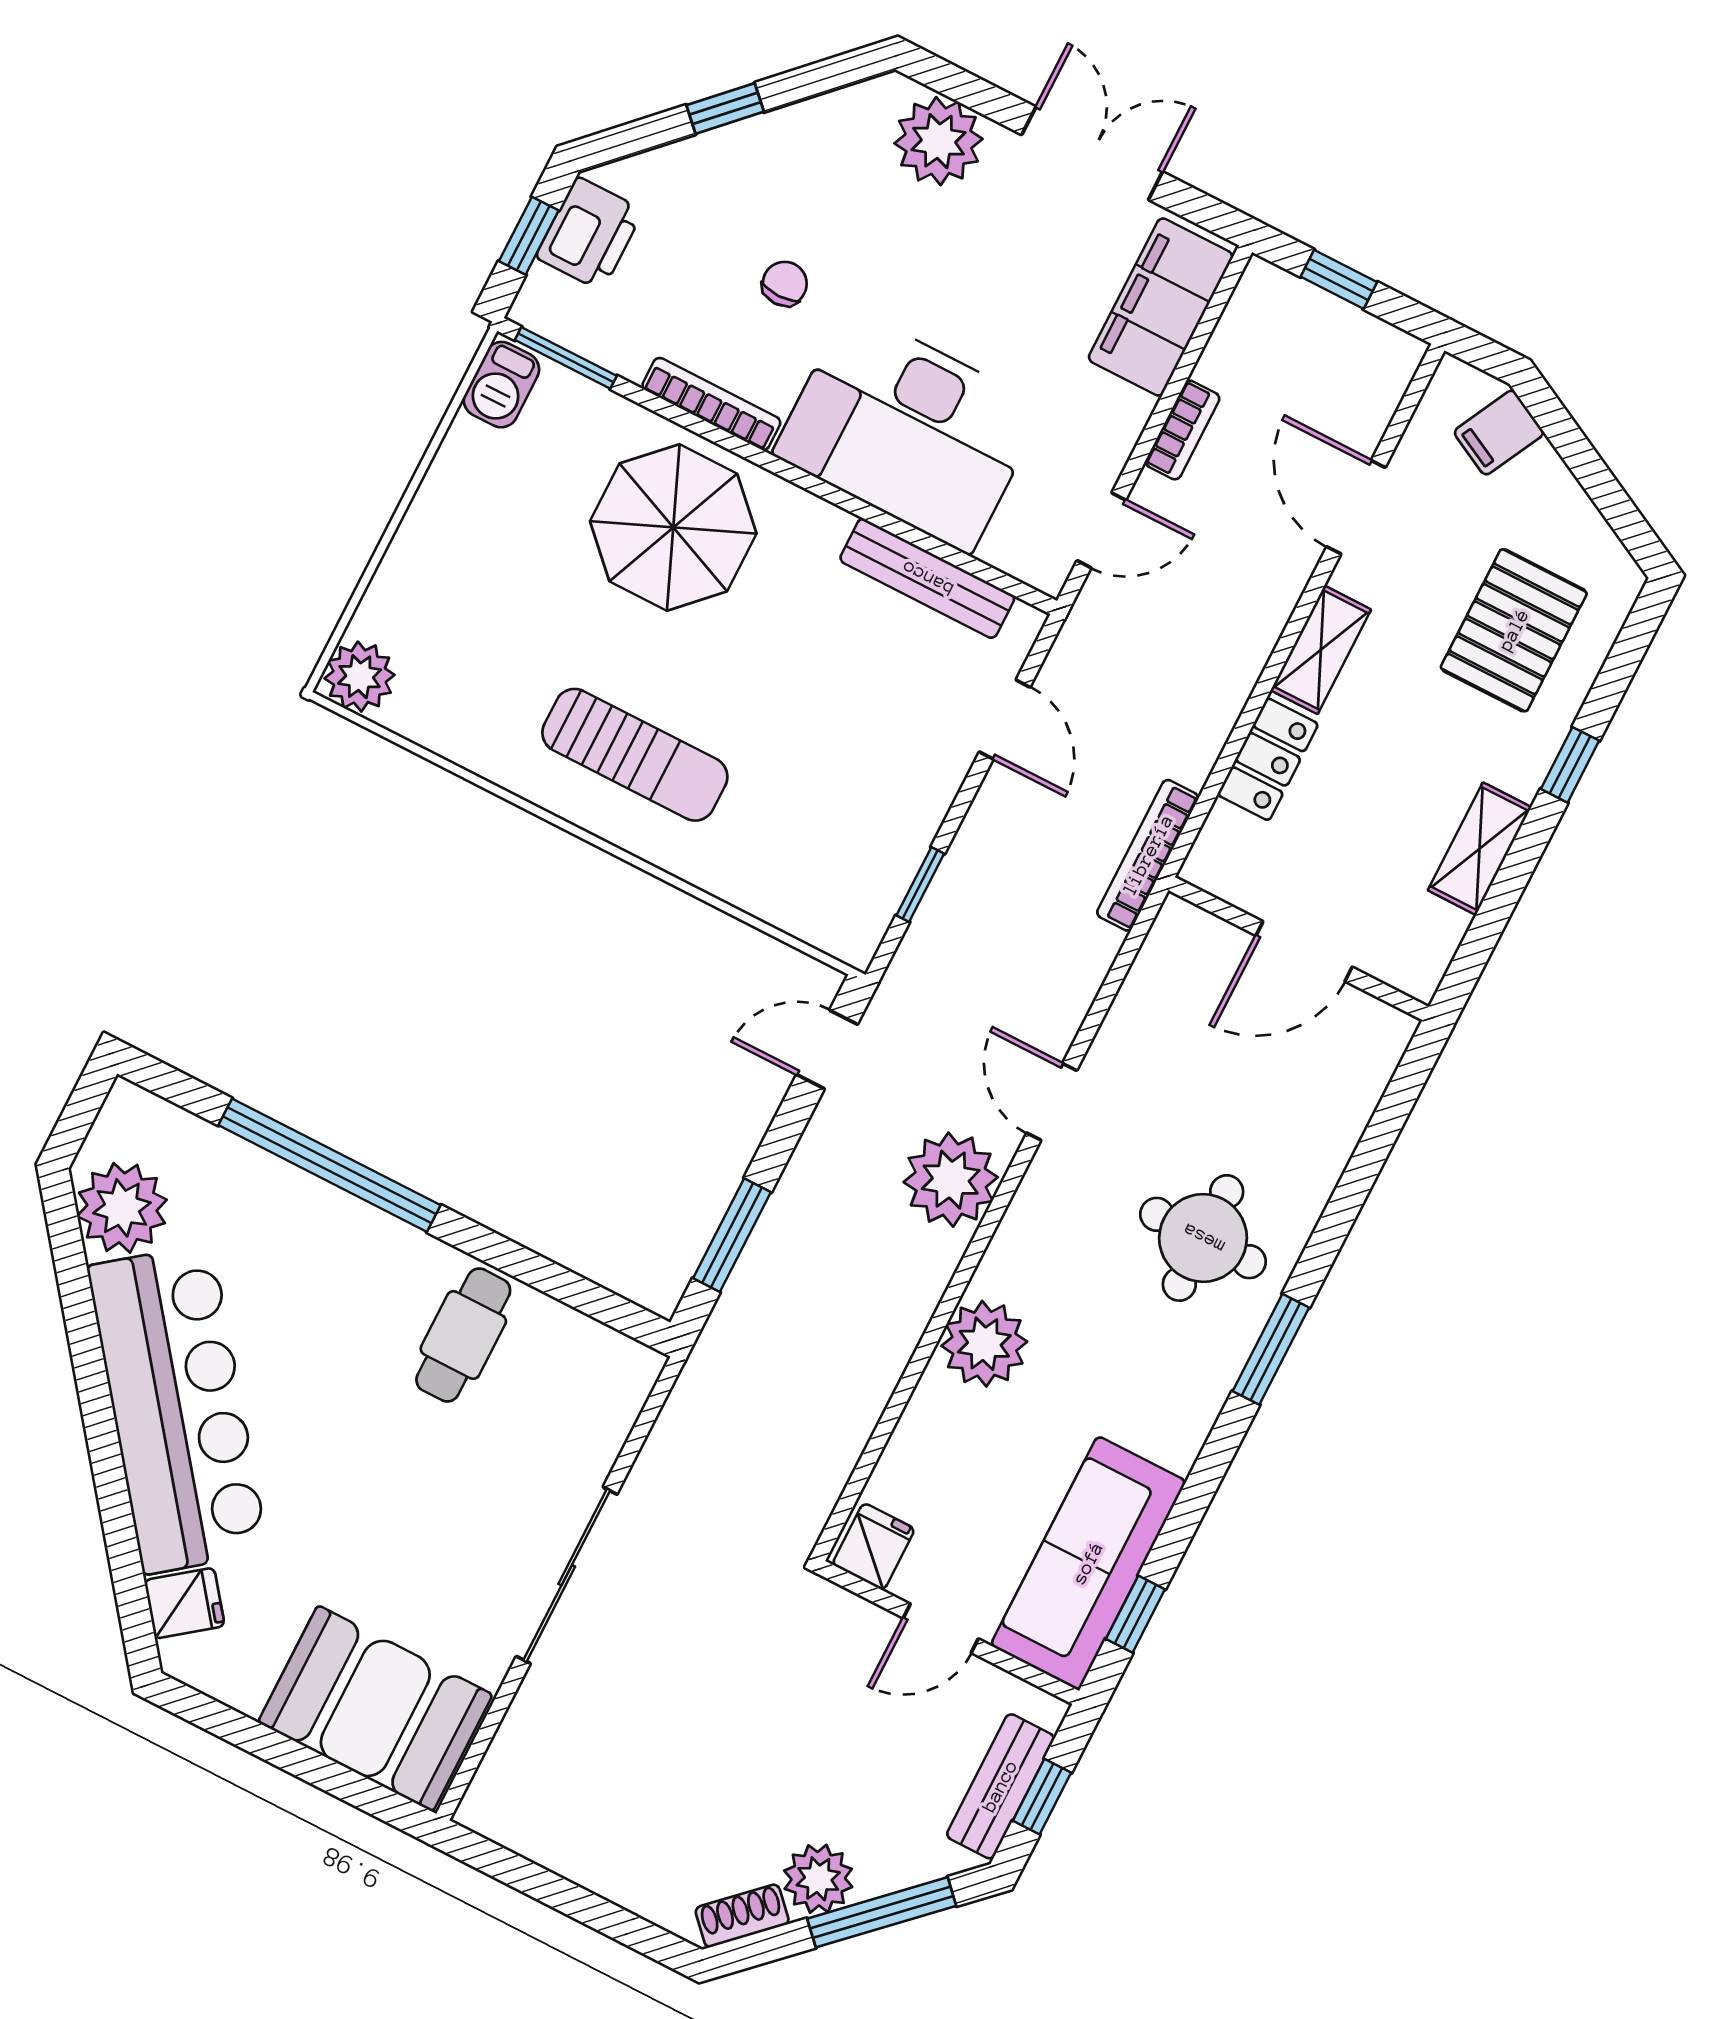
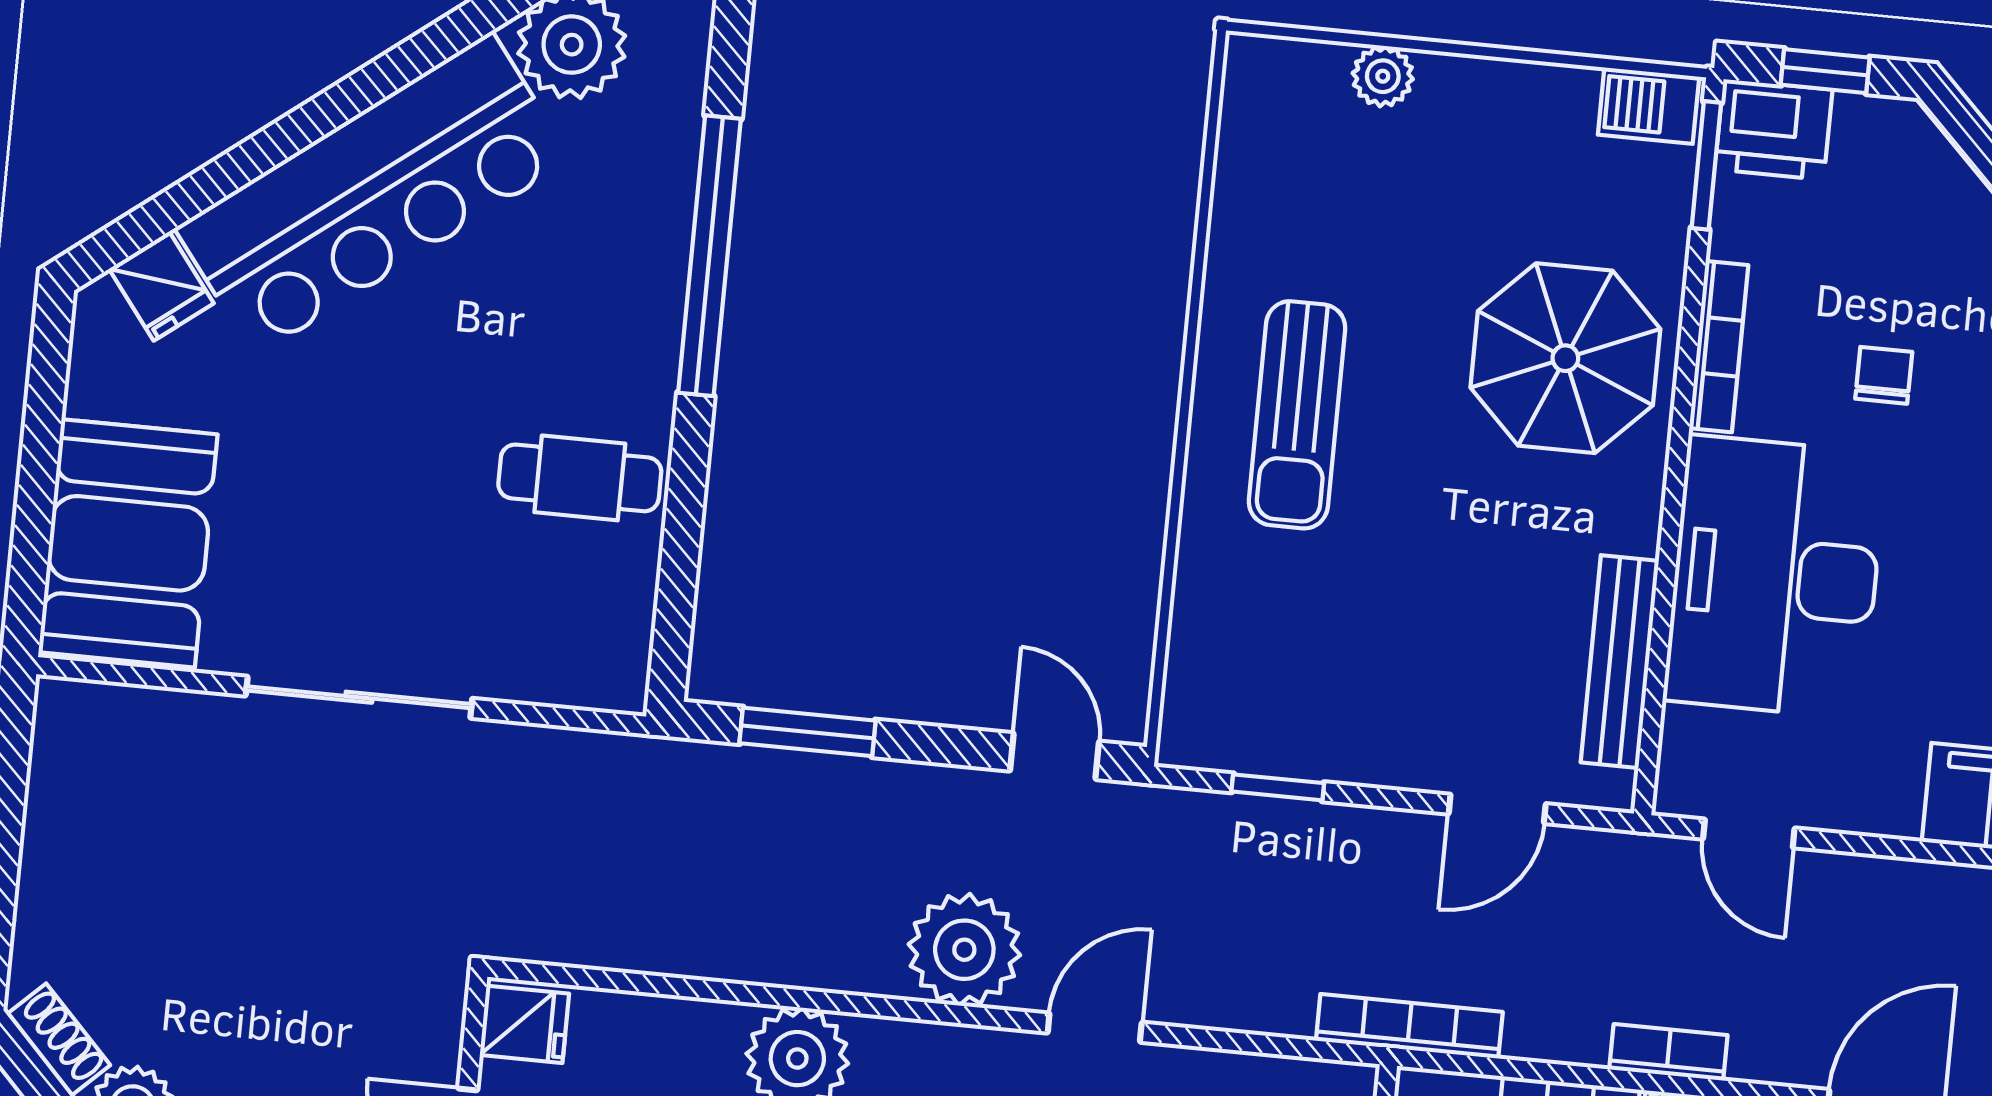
printer: (589, 234) -> (1773, 129), moved
chair: (785, 284) -> (1884, 375), turned -90
bookcase: (1182, 430) -> (1668, 1052), moved, turned 180
plant: (360, 677) -> (1383, 76), moved, width x0.73, depth x0.73

